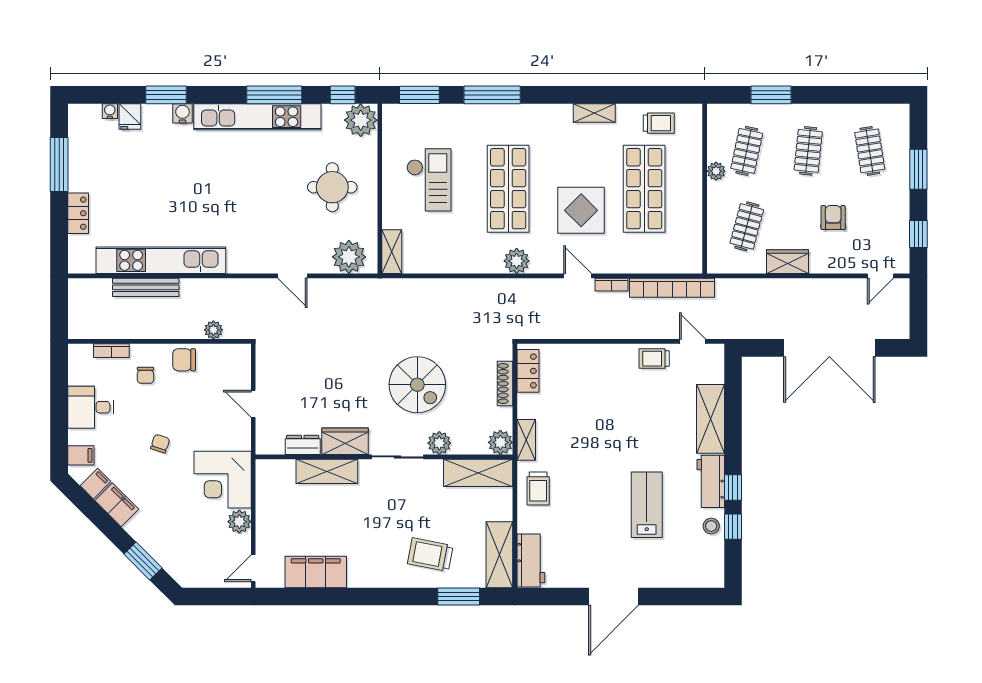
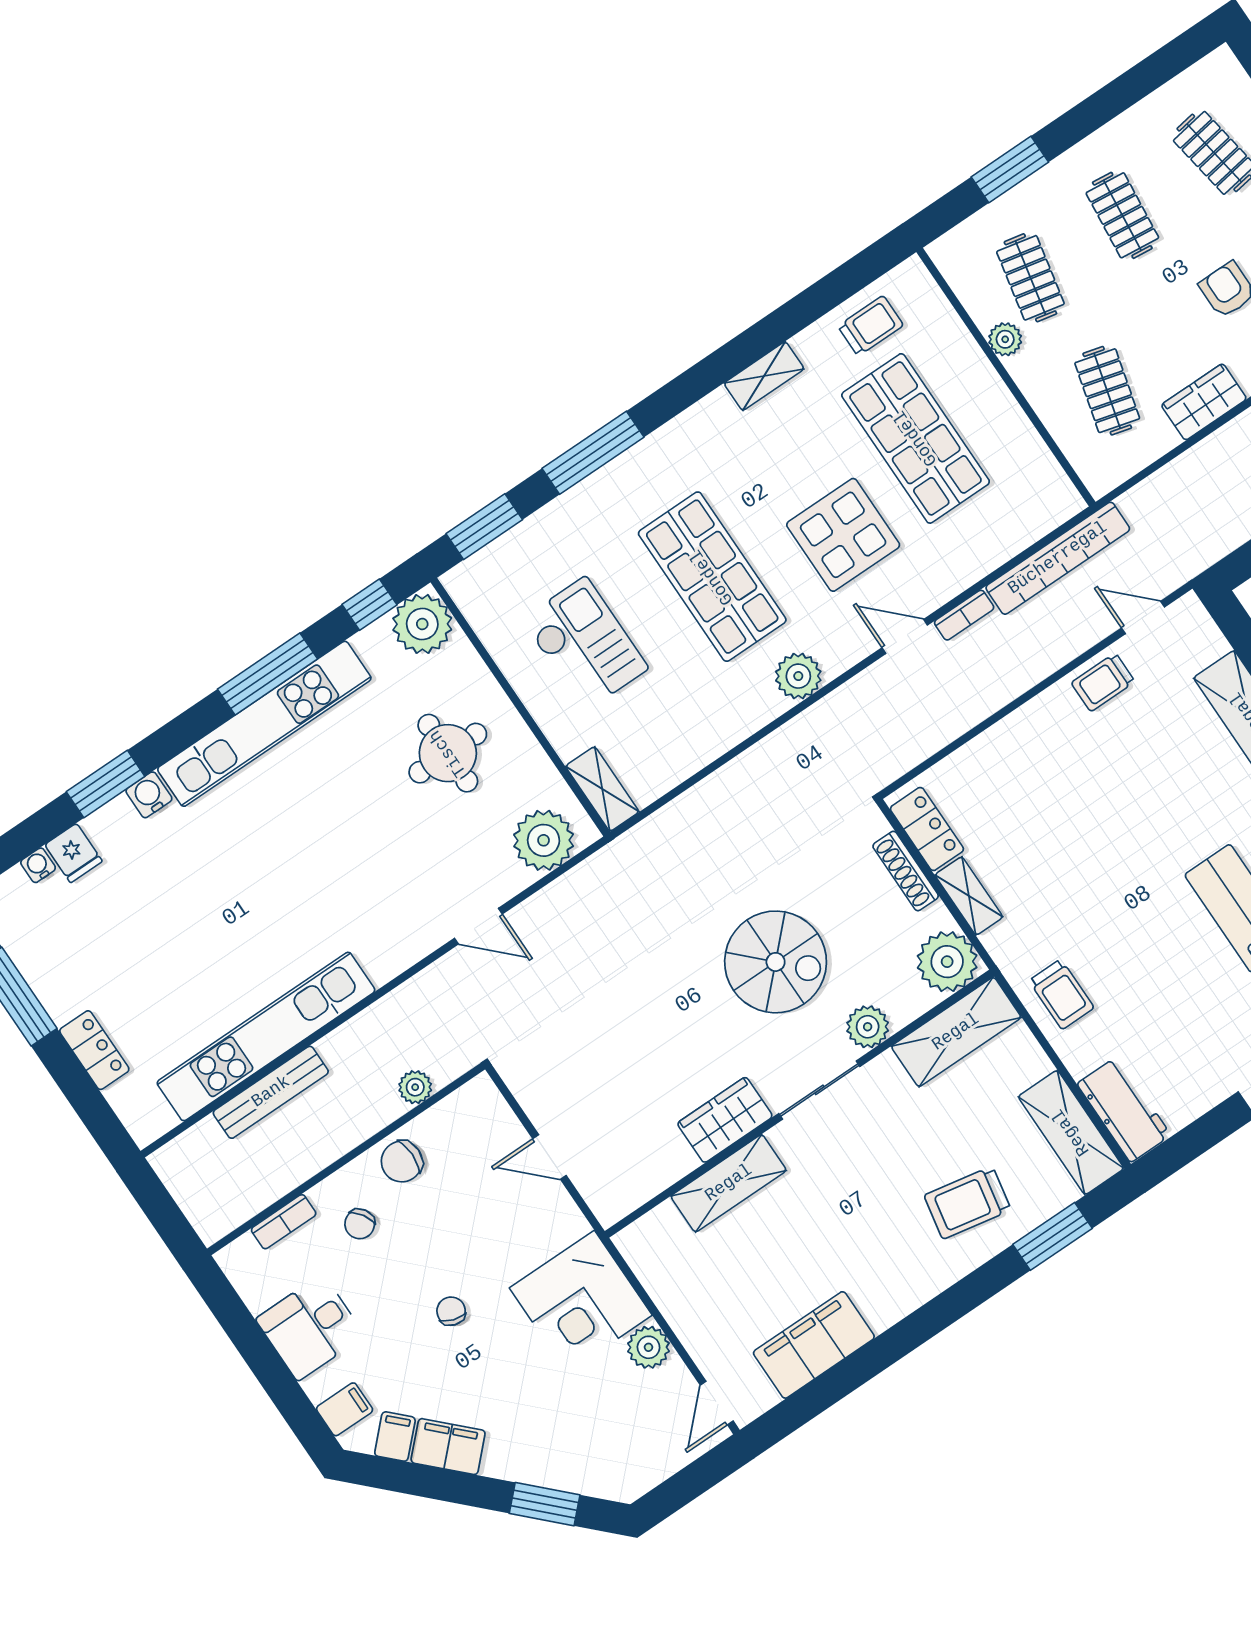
chair: (145, 375) -> (360, 1224), turned 58
shelving: (526, 440) -> (969, 896), moved
plant: (500, 442) -> (947, 962), width x1.36, depth x1.36
dresser: (303, 445) -> (665, 1168), removed

